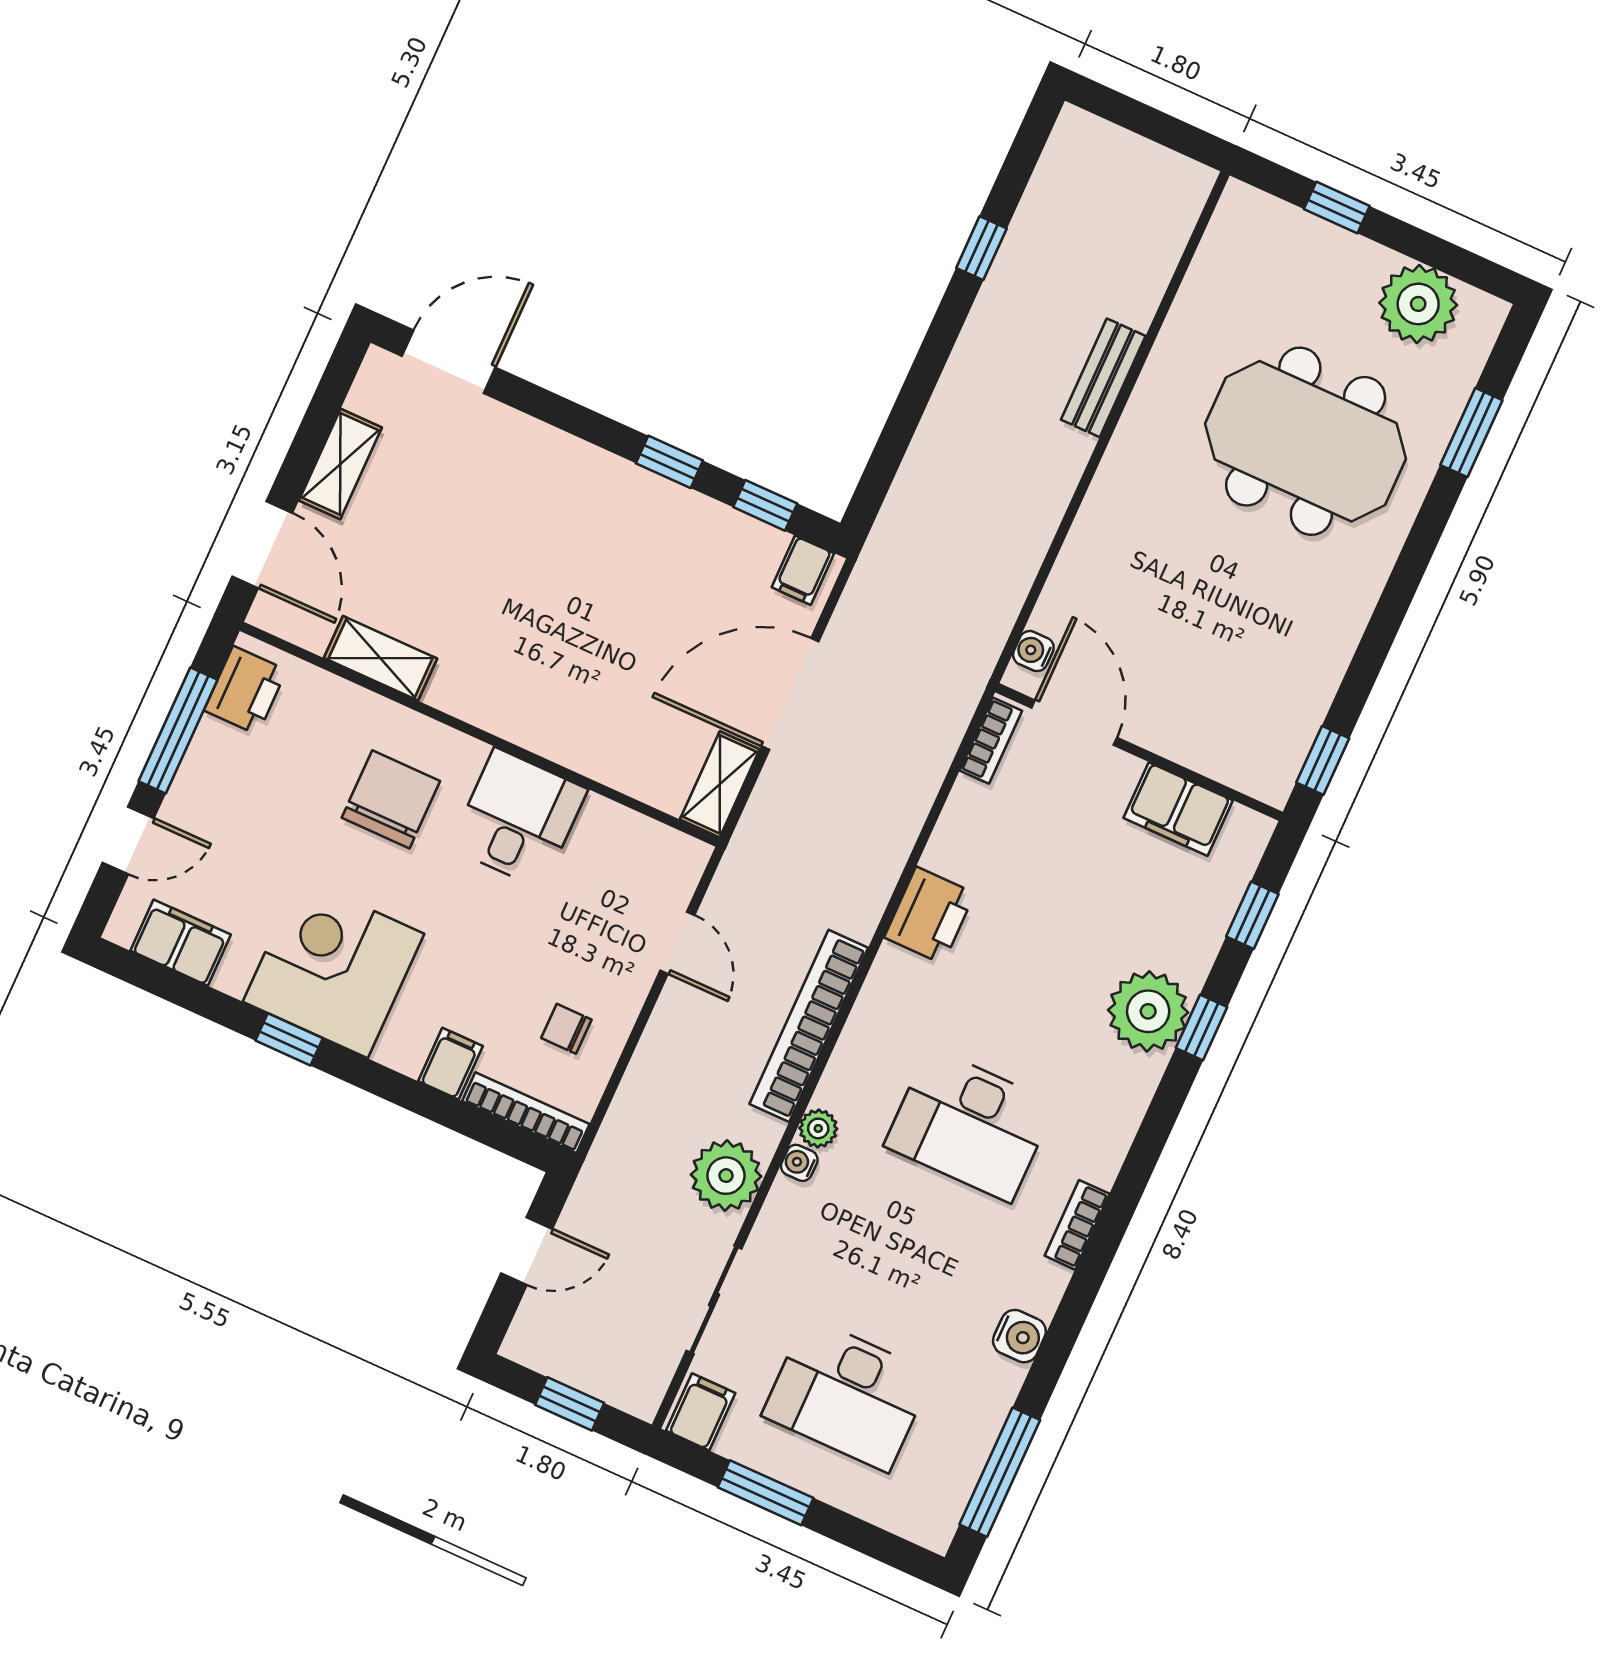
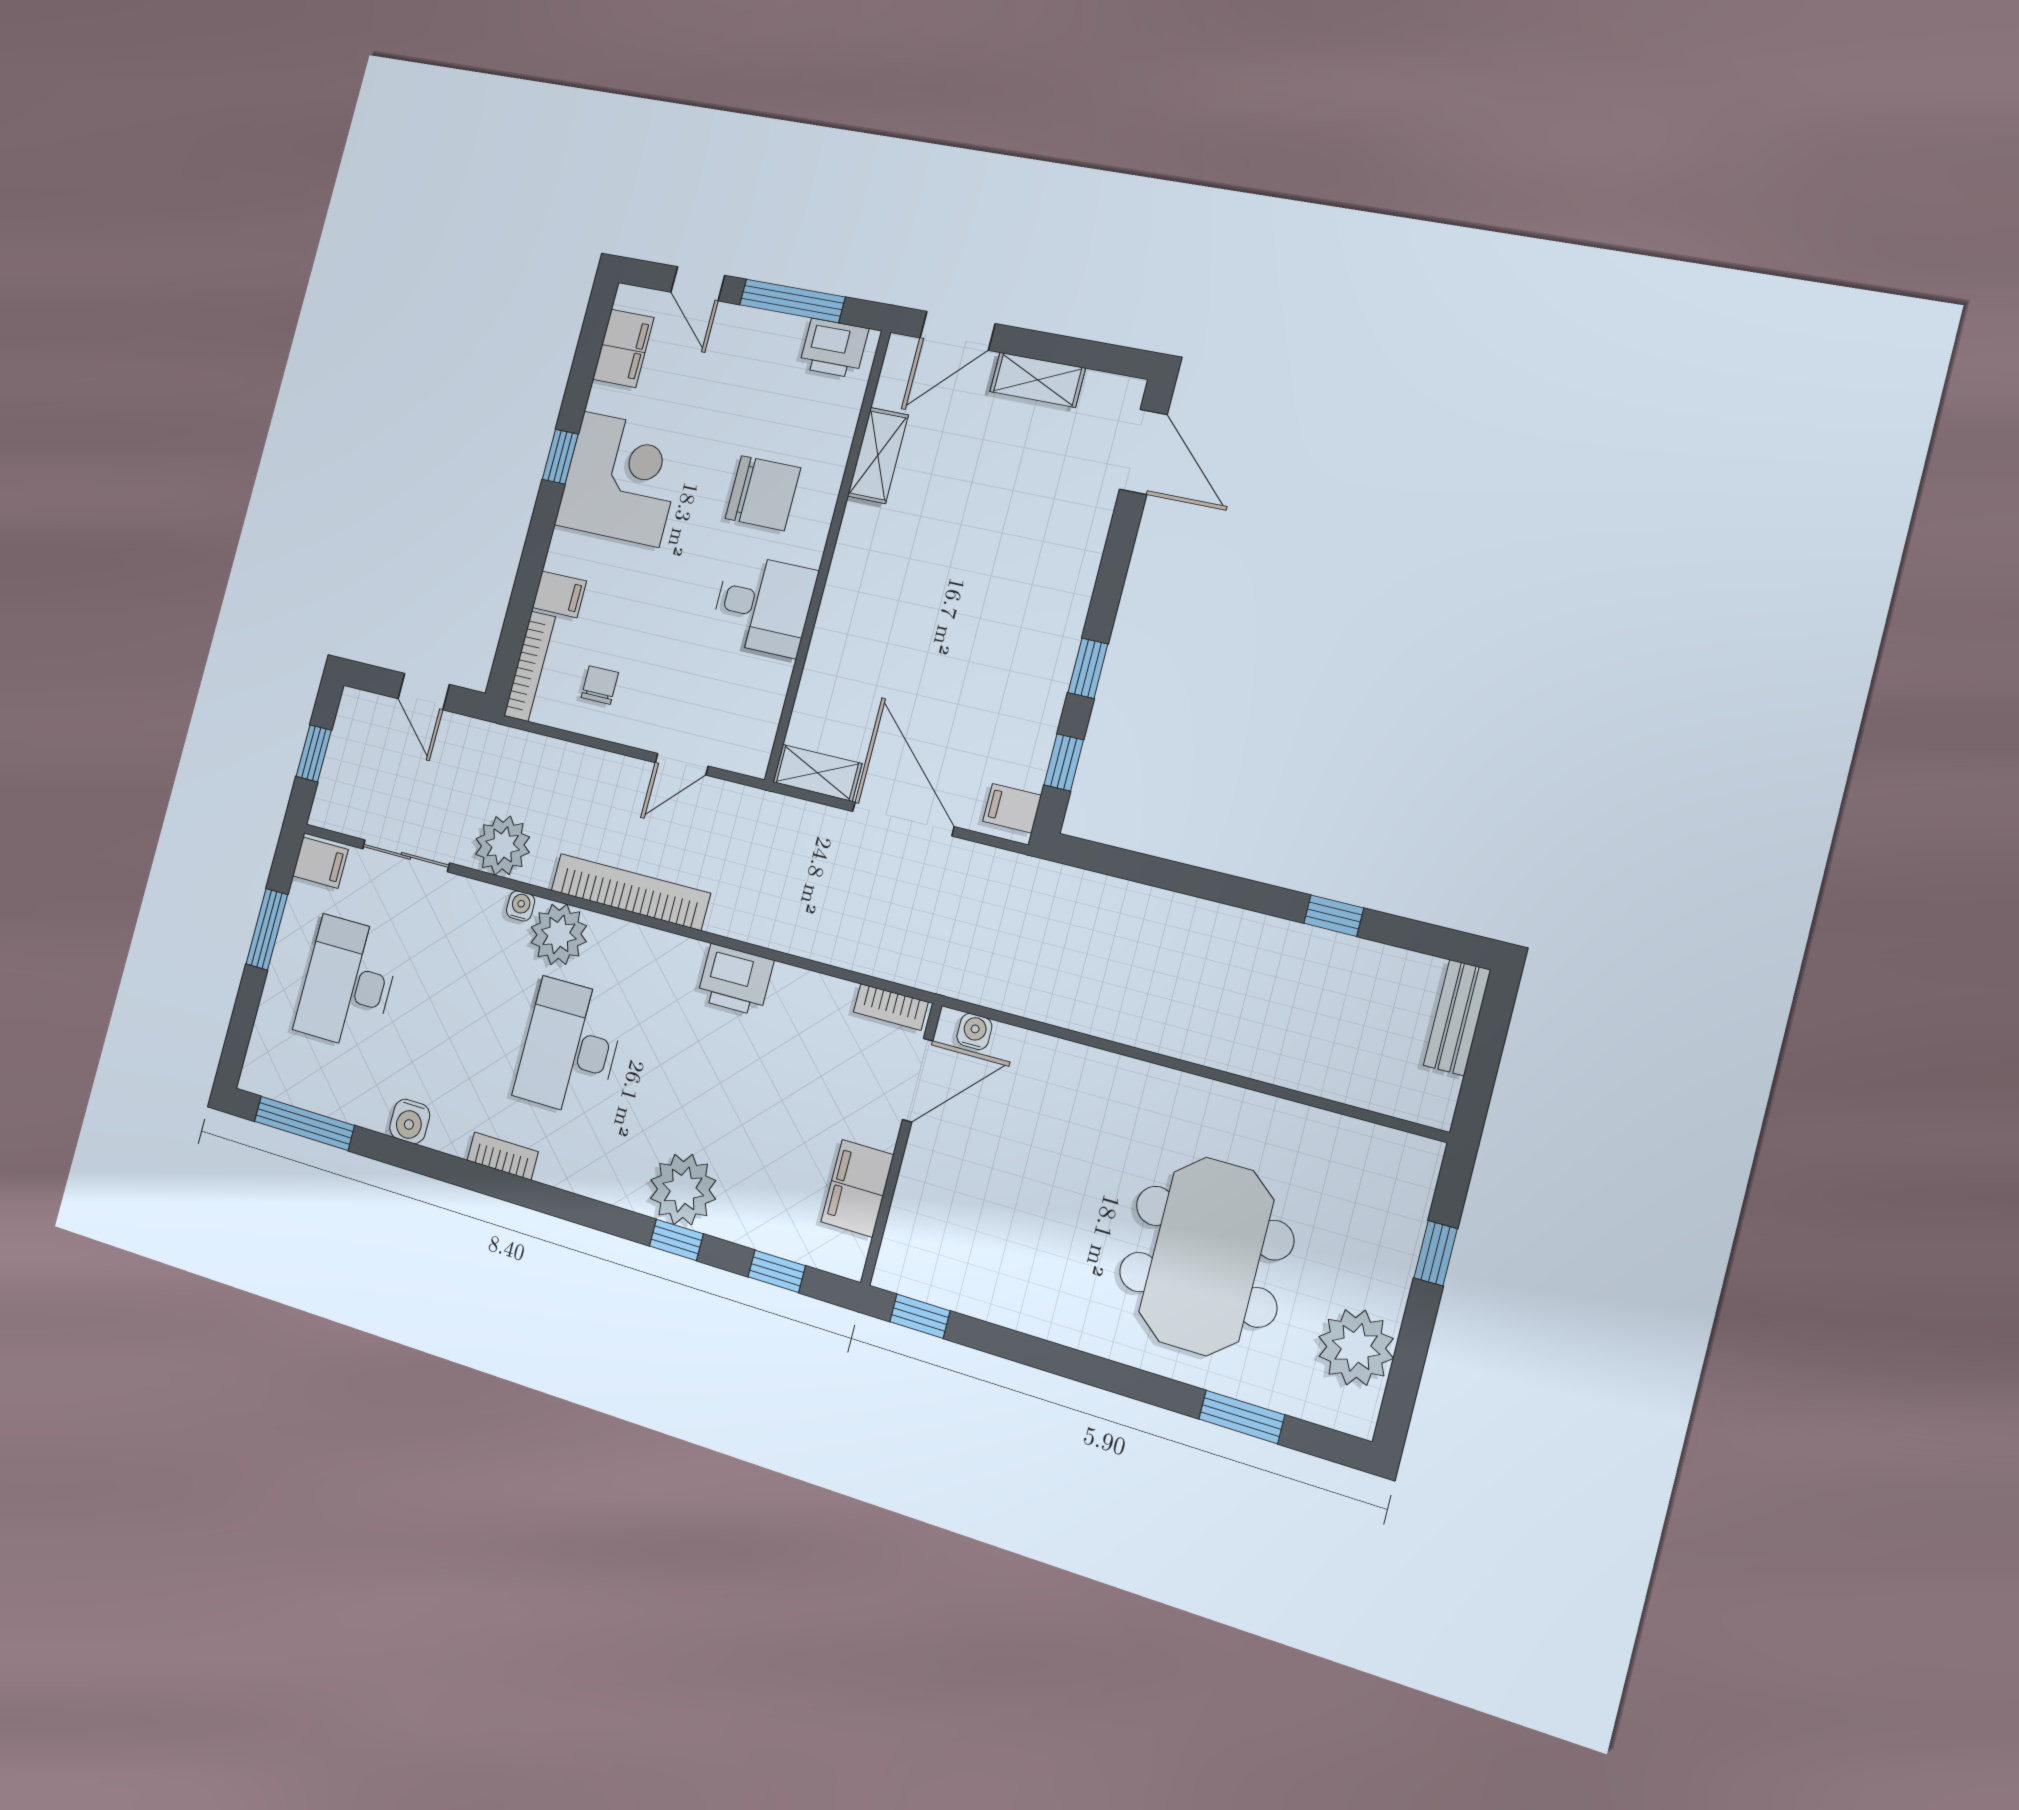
bench: (1103, 378) -> (1457, 1018), moved, turned 90
plant: (818, 1128) -> (559, 934), width x1.88, depth x1.88

